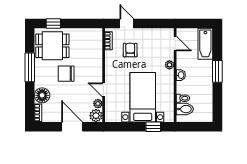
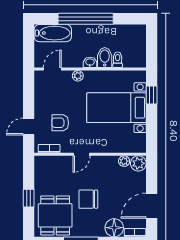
window: (53, 24) -> (29, 198), moved
window: (217, 71) -> (86, 19), width x2.11
chair: (66, 74) -> (88, 199), turned 90
door: (104, 90) -> (82, 154), moved
bidet: (185, 109) -> (105, 58), moved
door: (72, 127) -> (152, 206), moved

